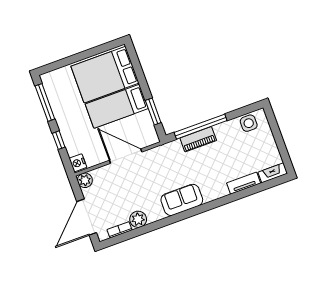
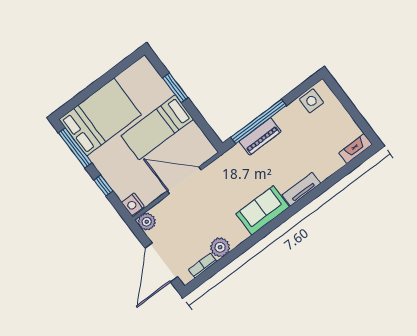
bed: (105, 75) -> (100, 117), moved, turned 180
window: (153, 111) -> (175, 88), moved
tv unit: (244, 183) -> (301, 189), moved

